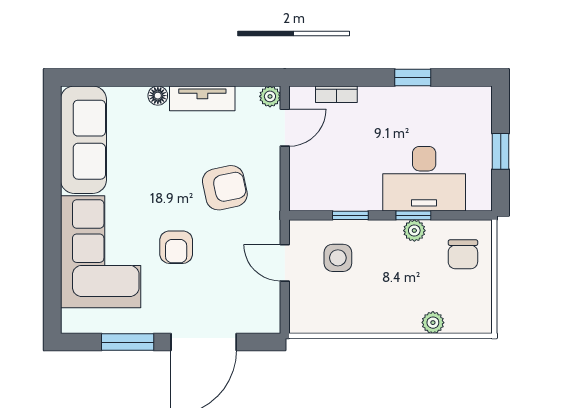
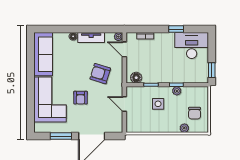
door: (285, 128) -> (124, 49), swing flipped
window: (501, 151) -> (212, 70), moved
desk: (424, 179) -> (192, 46), moved, turned 180
armchair: (225, 188) -> (100, 74), turned -151
floor lamp: (314, 198) -> (136, 78), added
chair: (463, 254) -> (195, 113), moved
side table: (338, 258) -> (158, 104), moved

